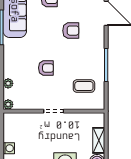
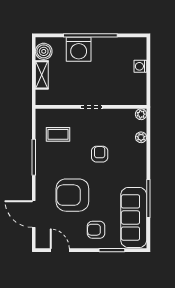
armchair: (71, 31) -> (72, 195), width x1.88, depth x1.88
armchair: (46, 68) -> (100, 154), turned 90

